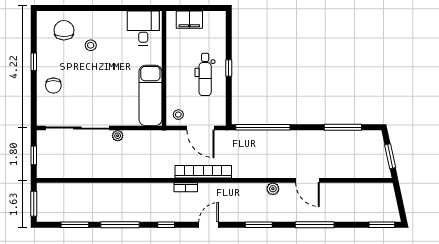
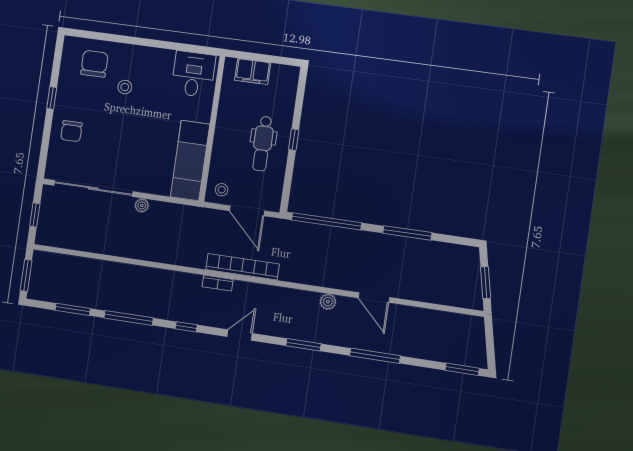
window: (343, 127) -> (407, 233), moved

